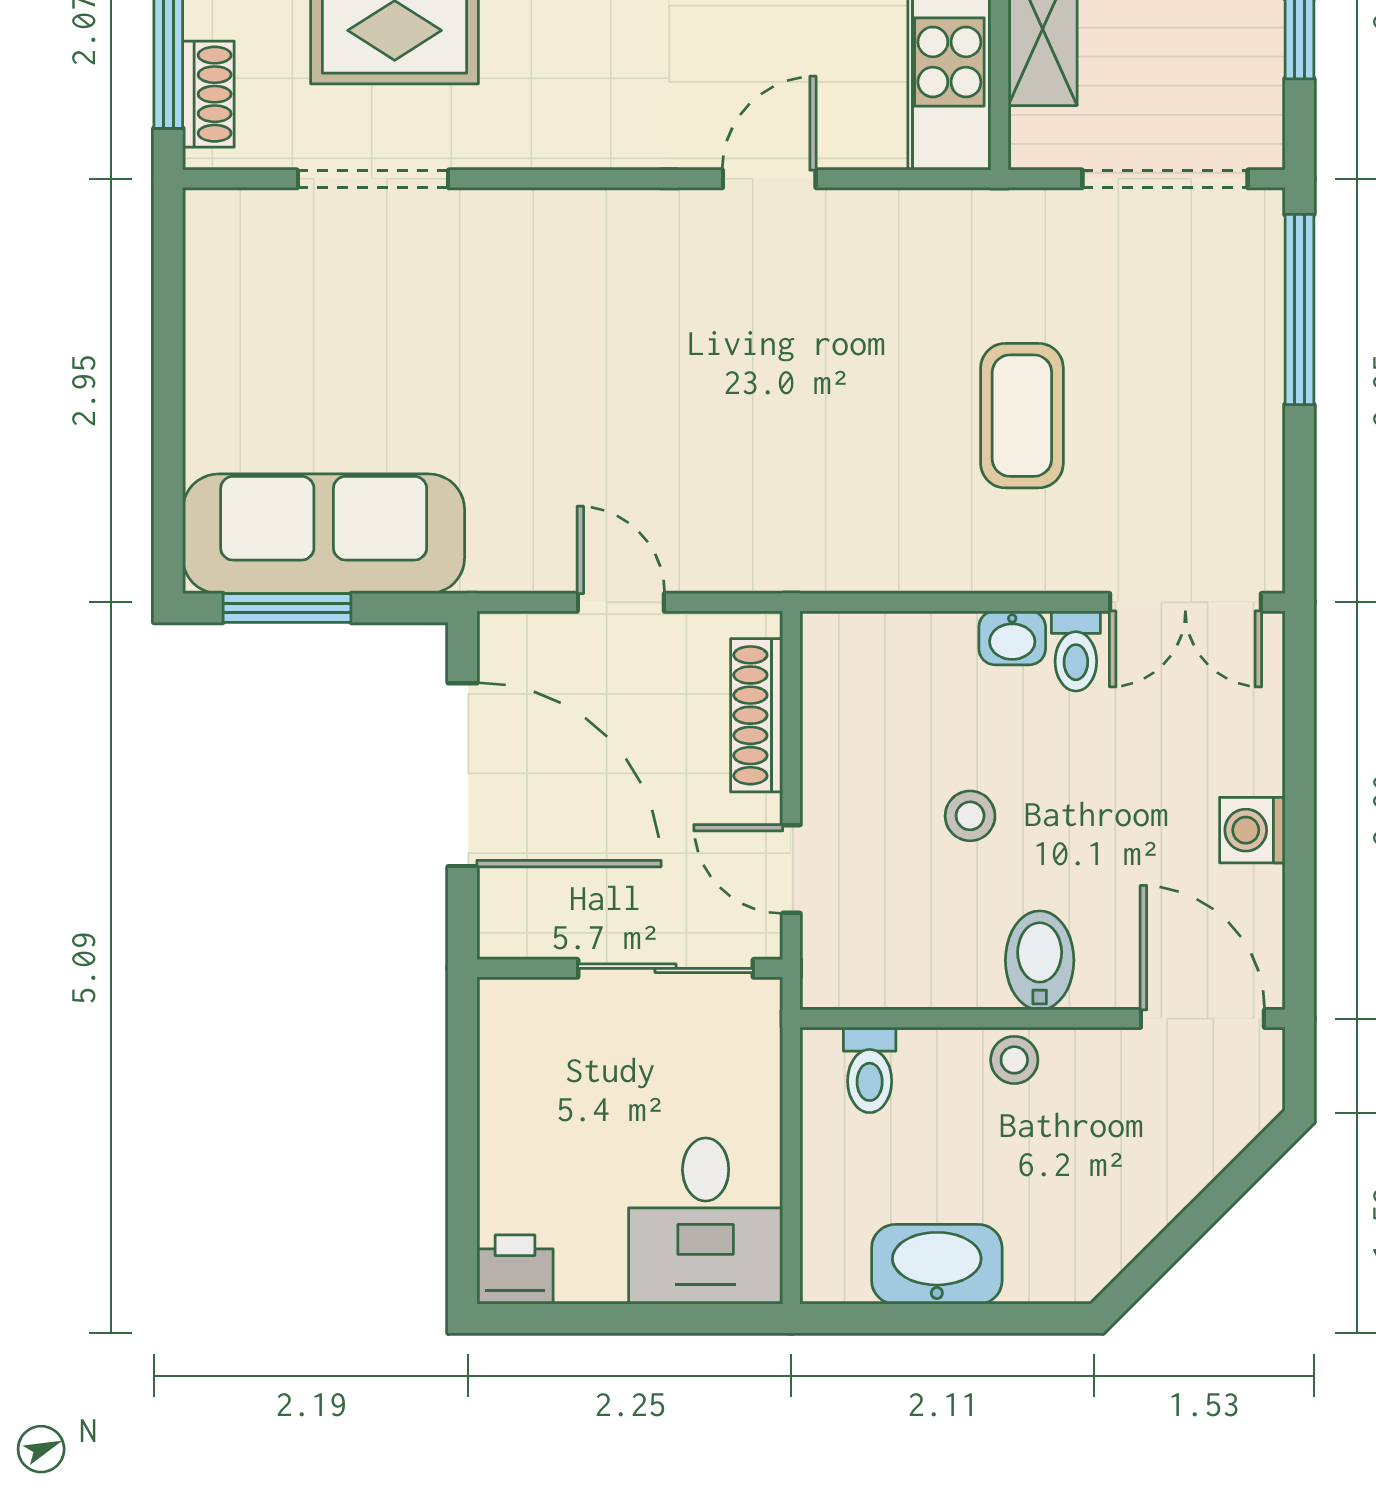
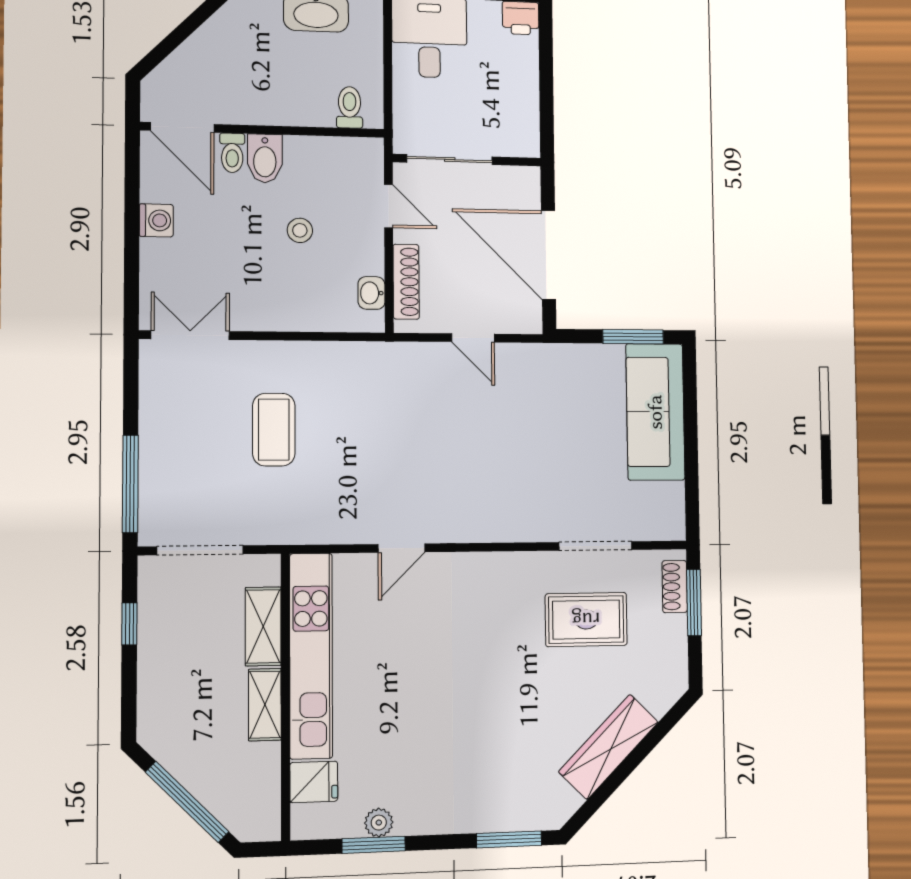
sofa: (324, 534) -> (655, 412), moved, turned 90
washbasin: (1012, 638) -> (371, 293), moved, turned -90
toilet: (1076, 651) -> (232, 153), moved, turned 180
stool: (1014, 1060) -> (278, 110), removed

